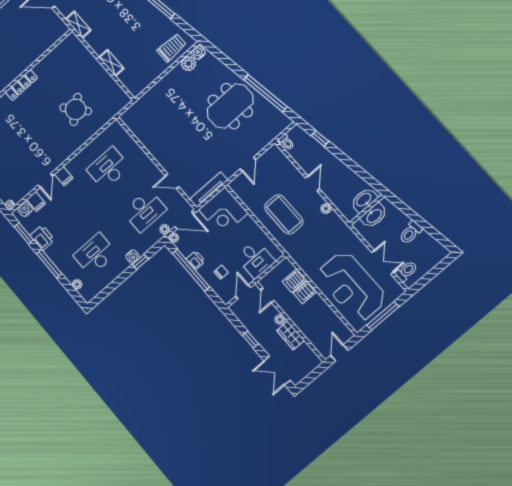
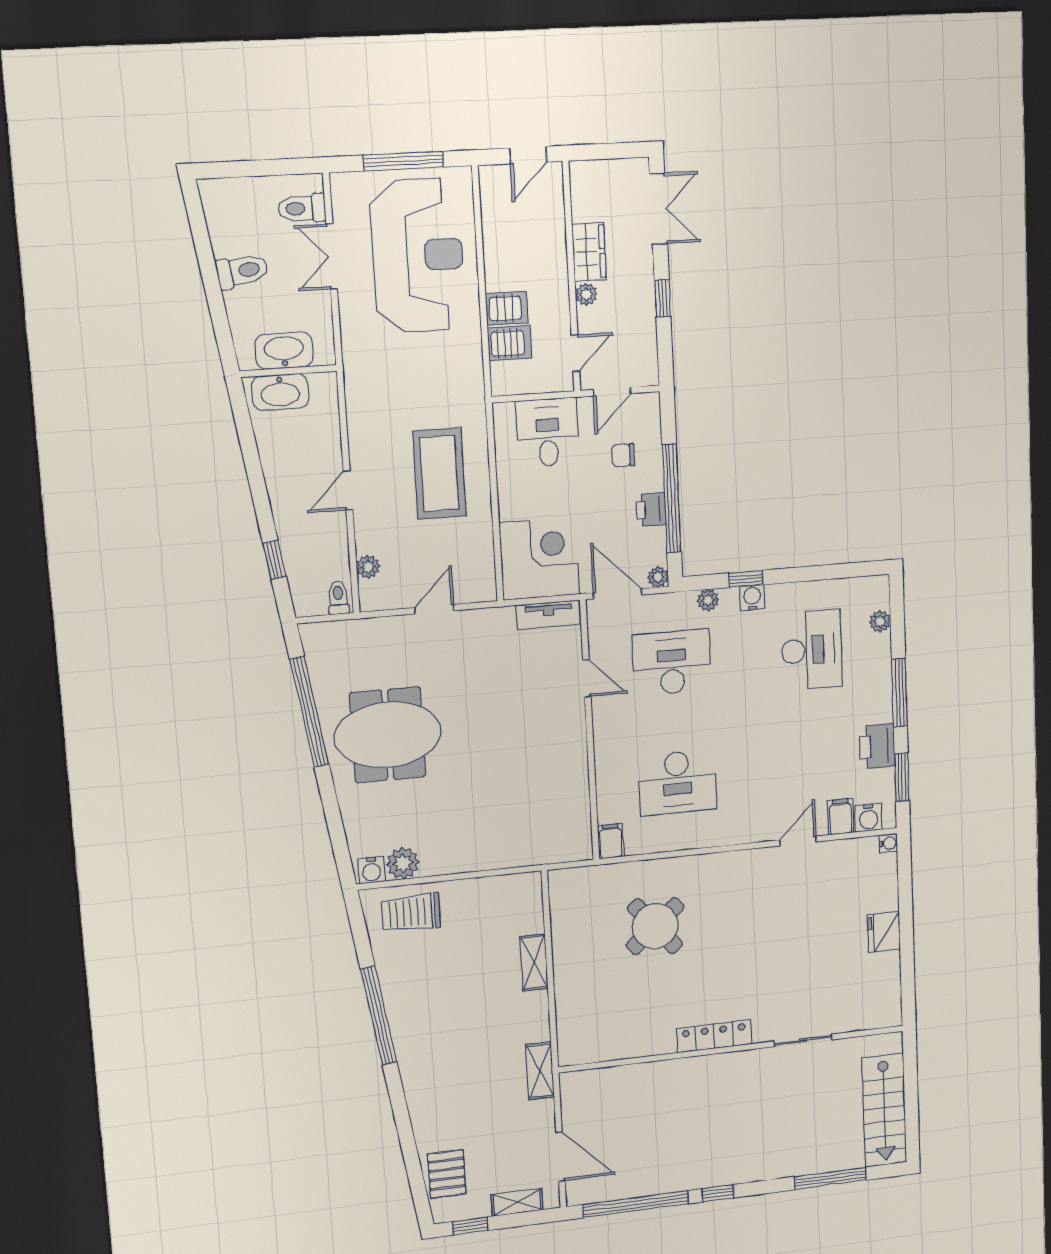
filing cabinet: (64, 176) -> (611, 841), moved
tv unit: (209, 190) -> (549, 615), width x0.71
plant: (326, 209) -> (368, 567), moved
plant: (165, 229) -> (708, 600), moved
desk: (95, 254) -> (812, 650), turned -90

